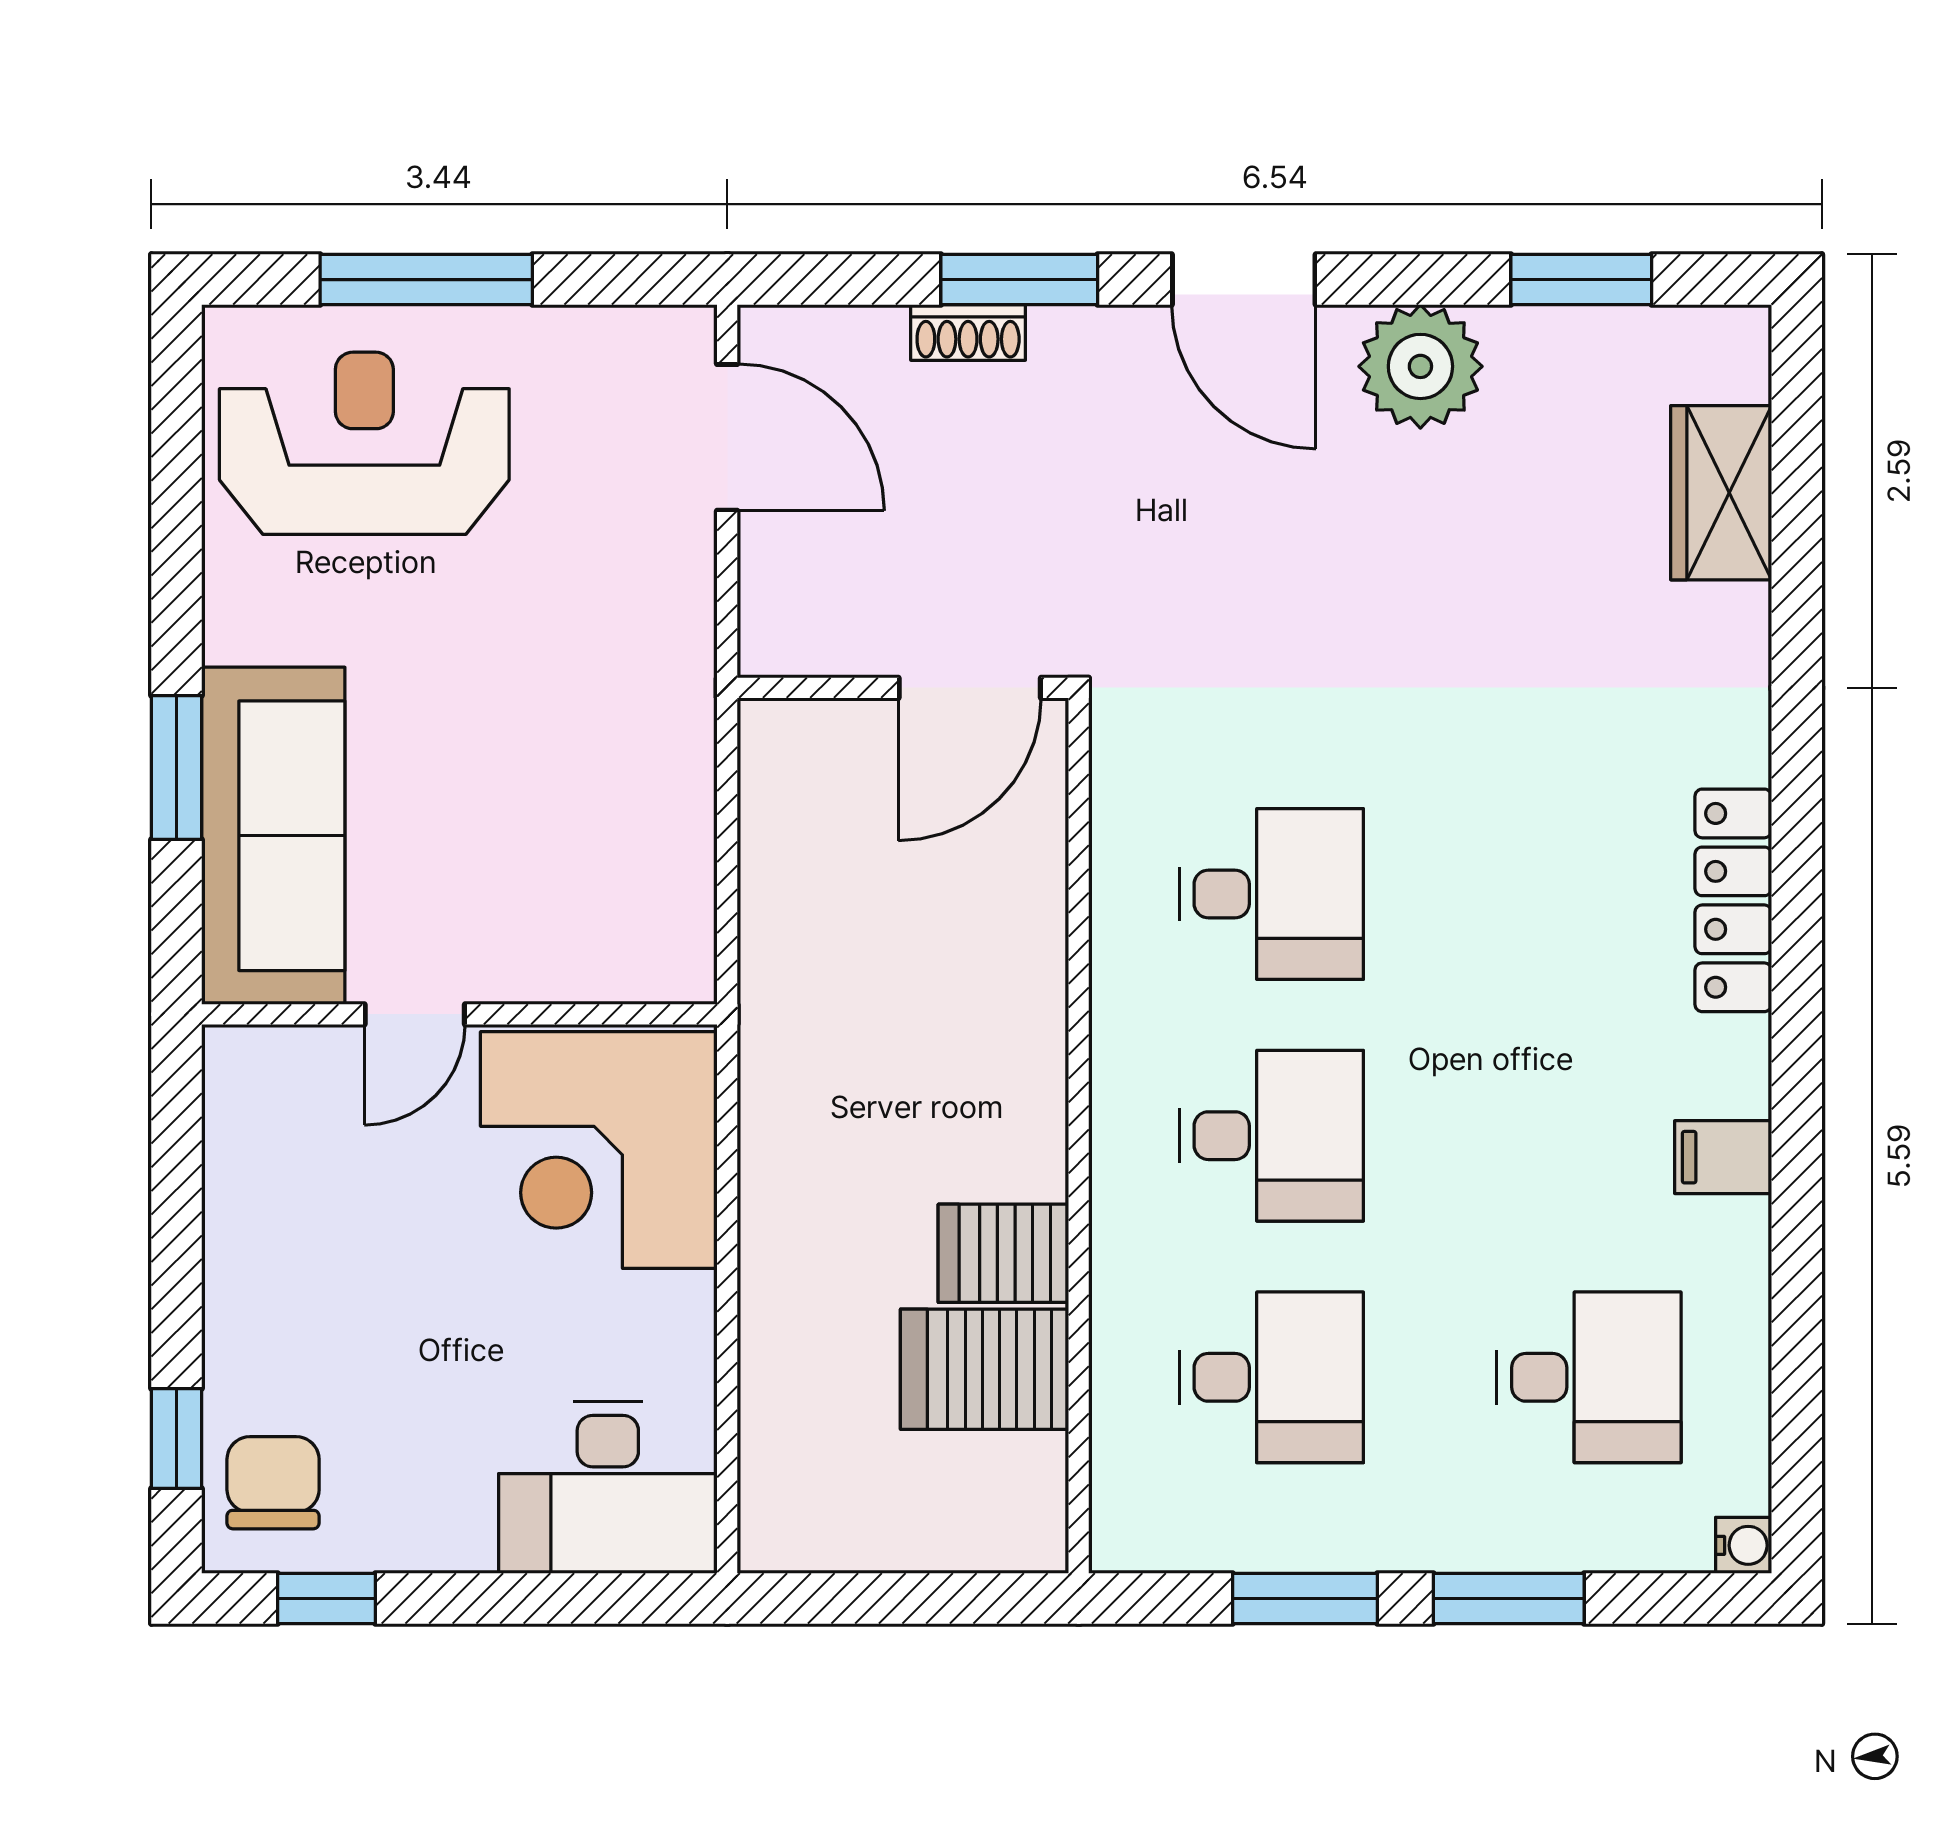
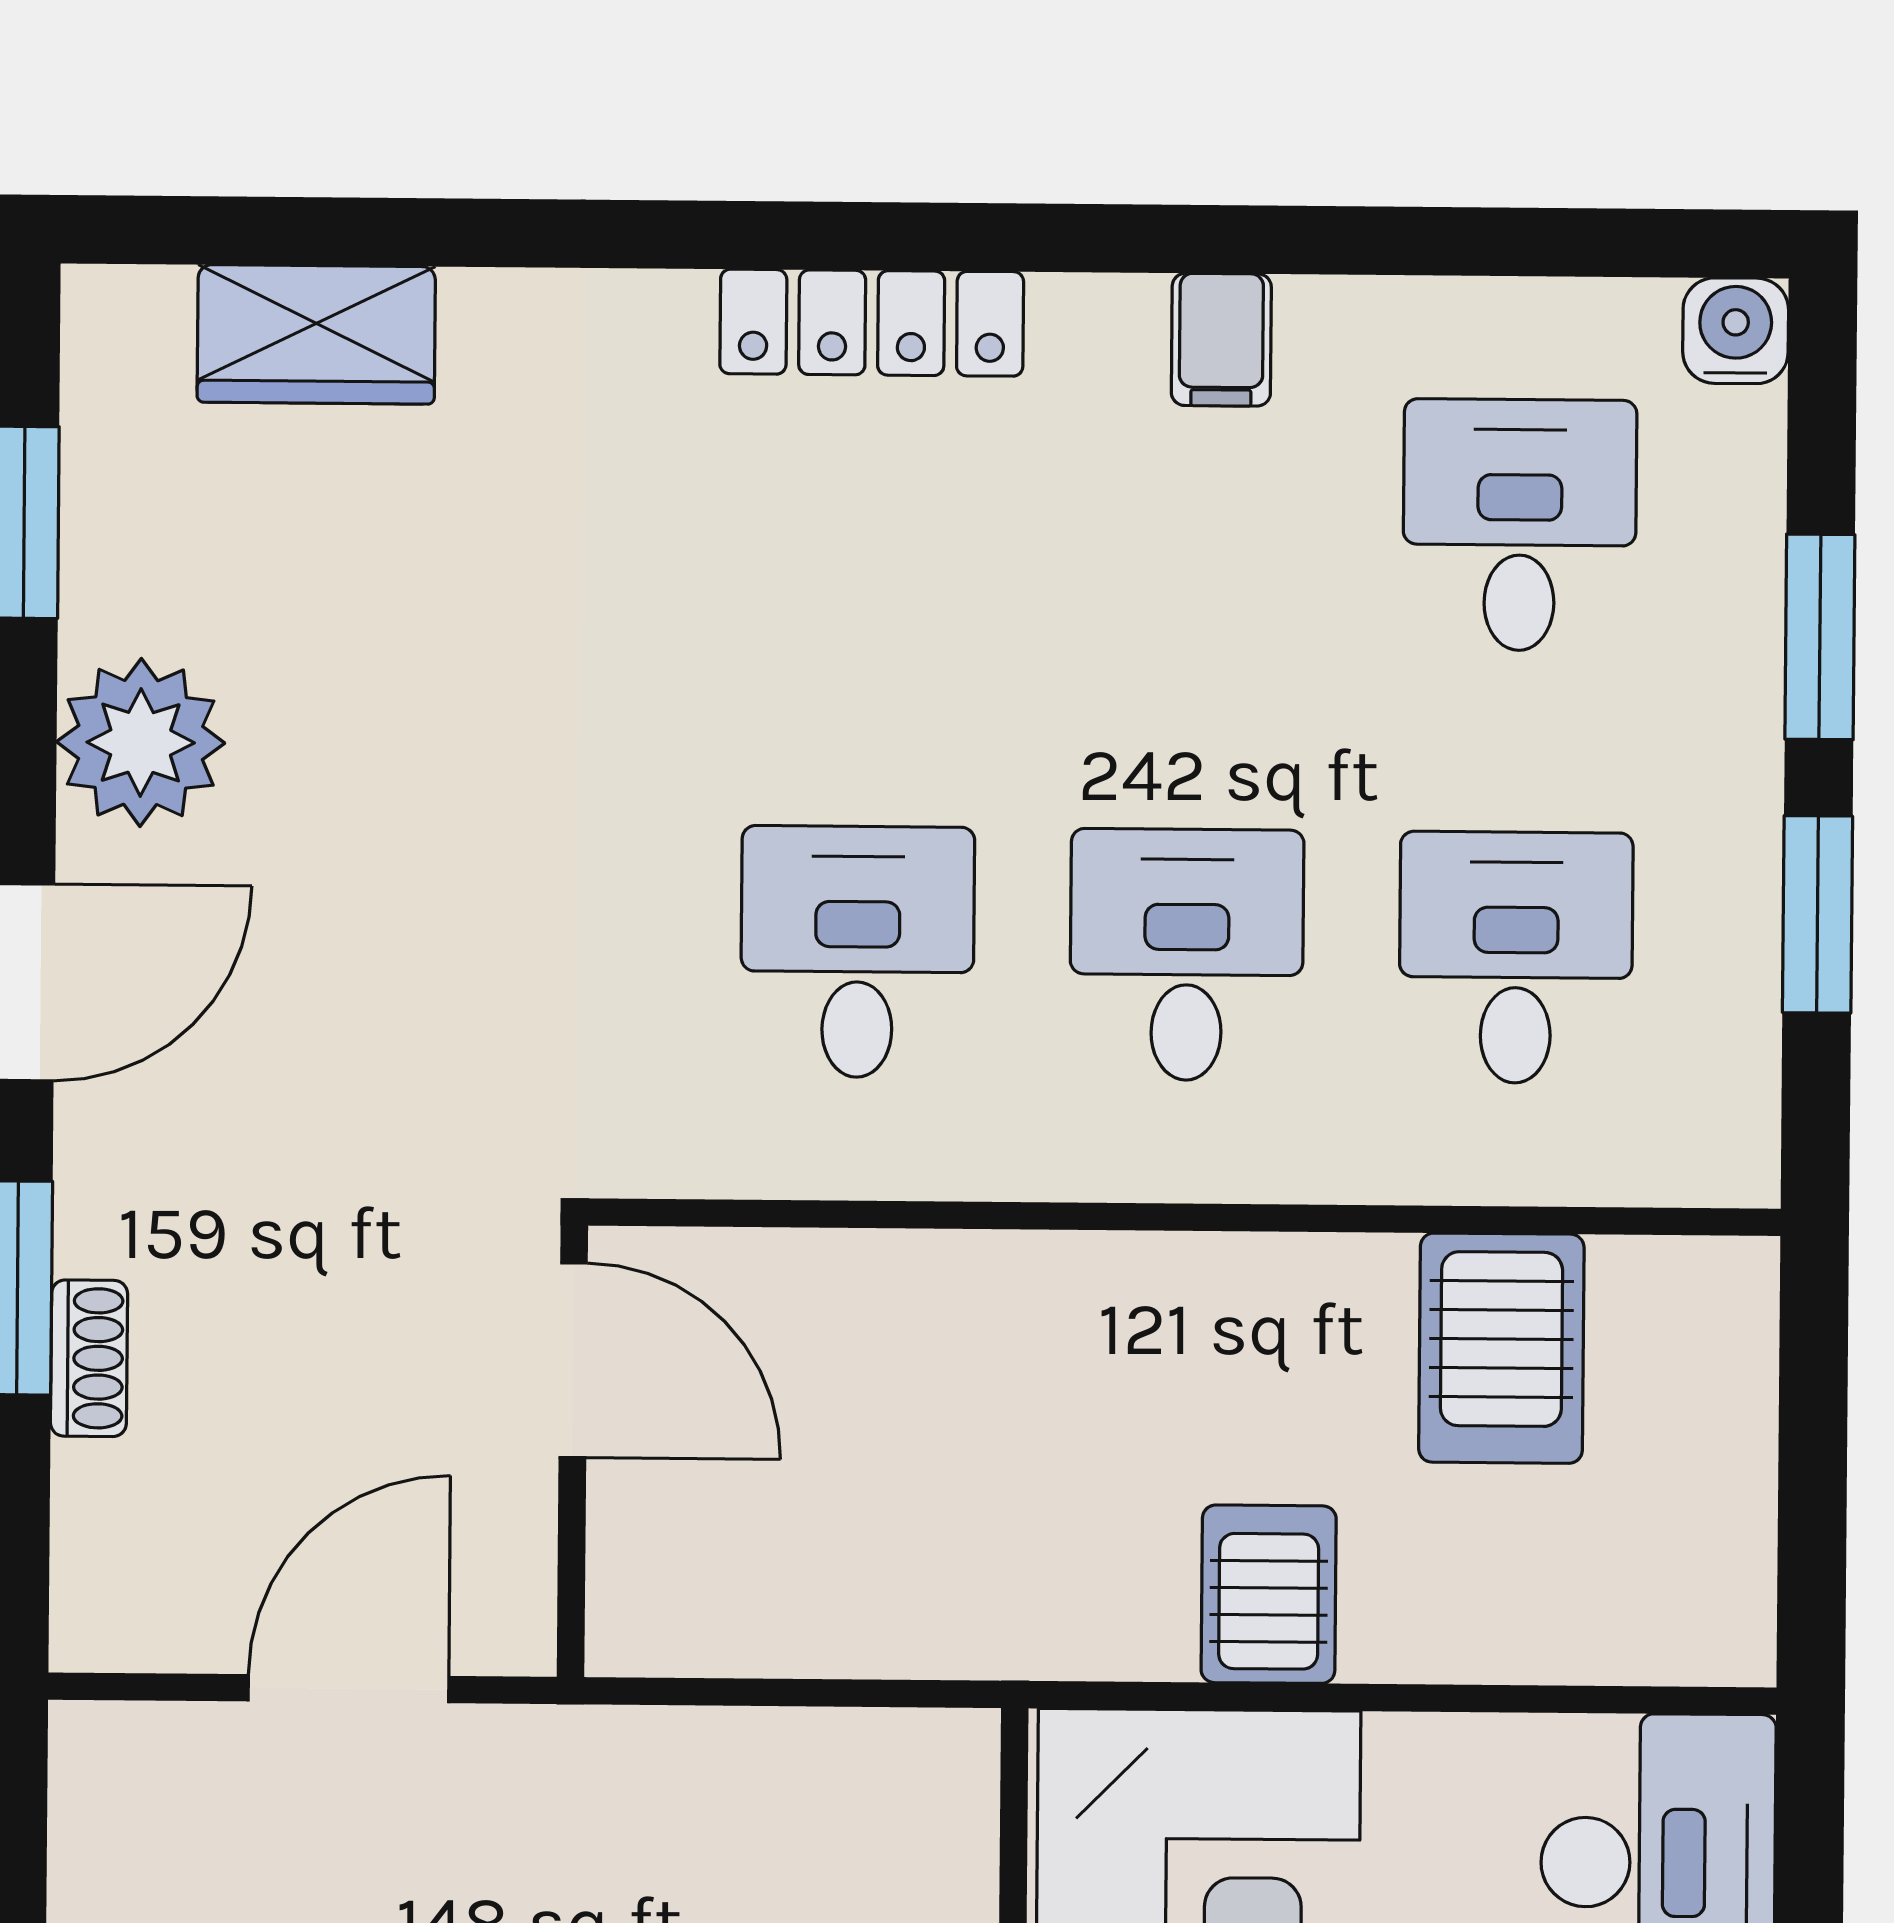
door: (727, 437) -> (348, 1689), moved
server rack: (1003, 1253) -> (1269, 1594), moved, turned 180
water cooler: (1744, 1545) -> (1736, 331), width x1.38, depth x1.38

